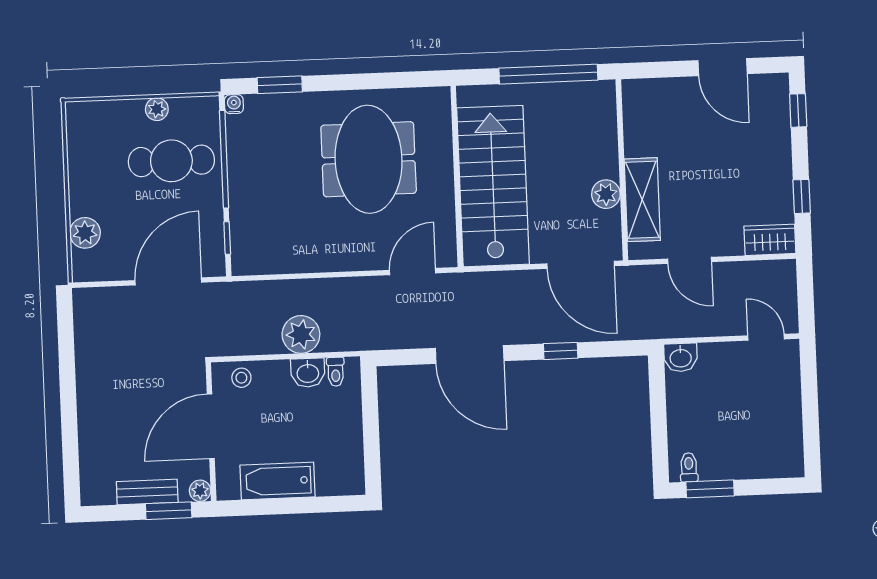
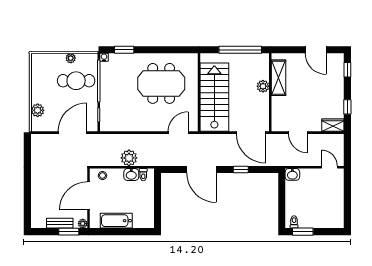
meeting table: (369, 159) -> (161, 83), turned 90
plant: (606, 194) -> (263, 86), moved
shelving: (642, 200) -> (279, 78), moved

